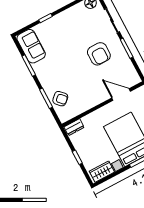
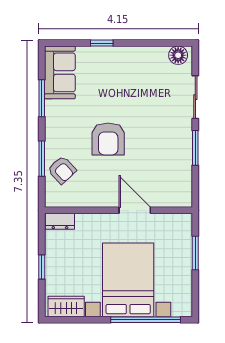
armchair: (99, 54) -> (108, 139), moved
door: (121, 95) -> (135, 210), moved

